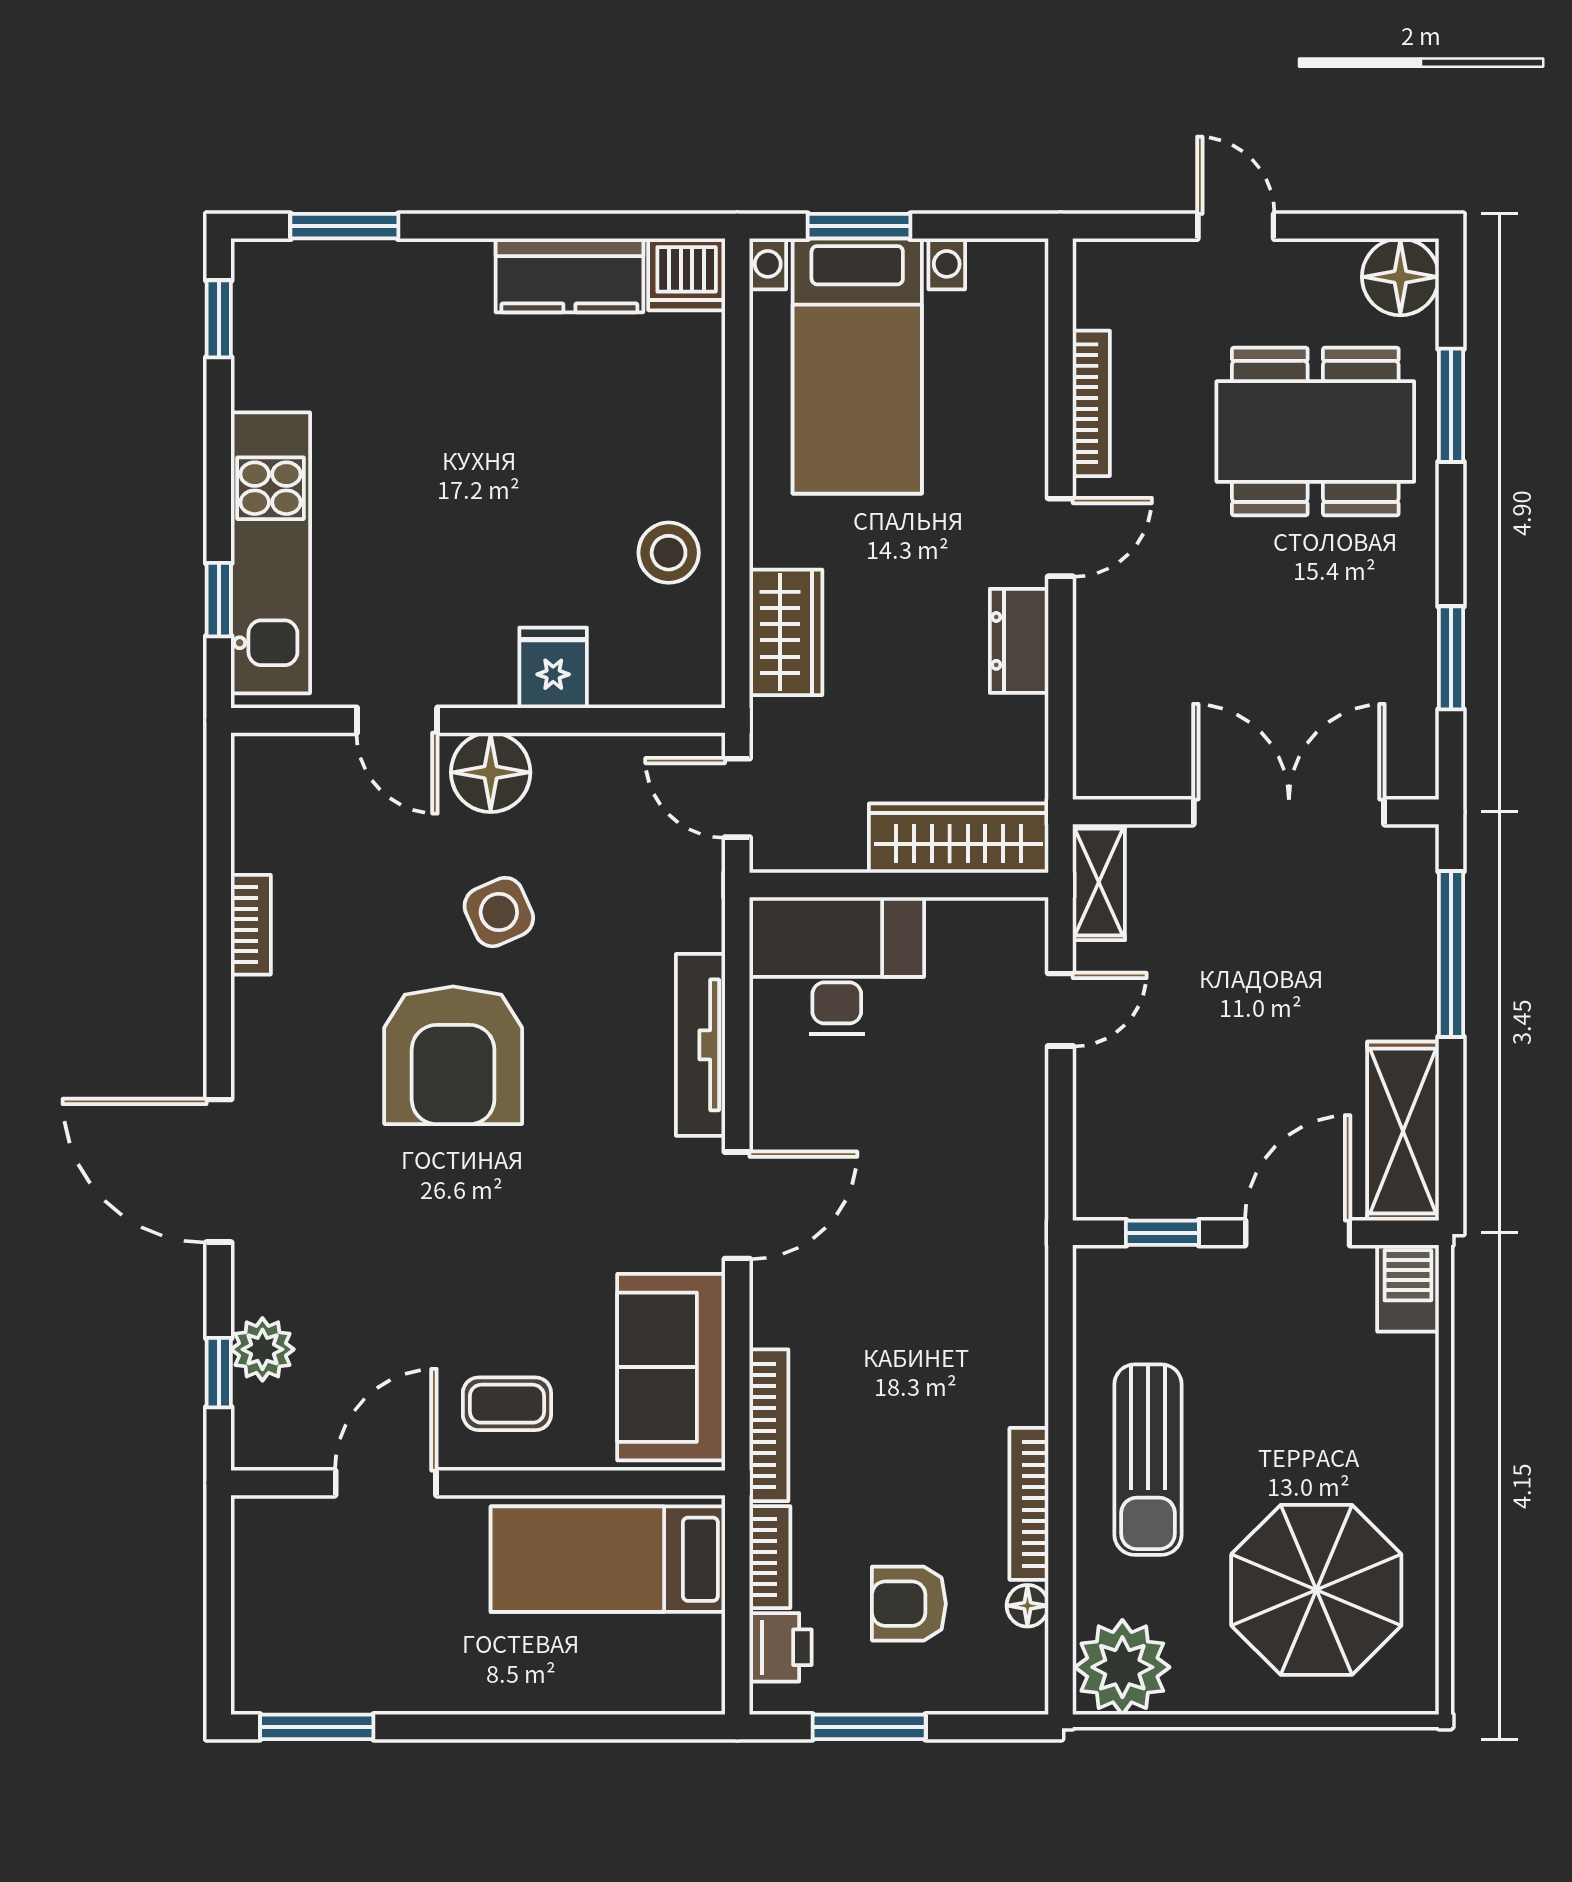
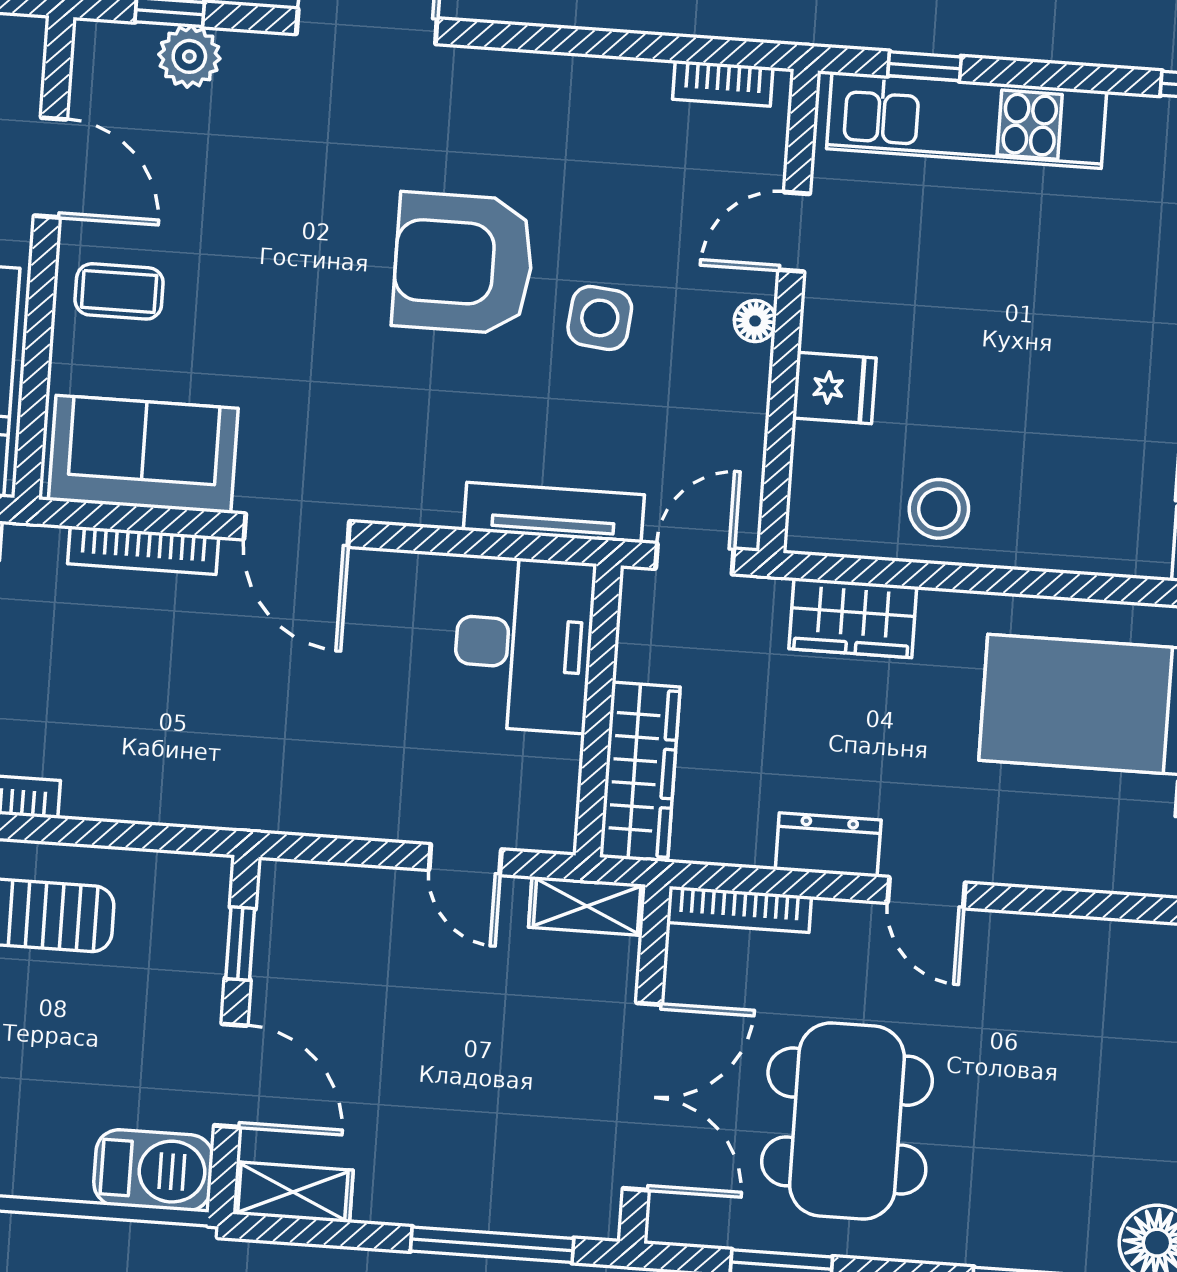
bookcase: (1091, 403) -> (739, 909), moved
dining table: (1315, 431) -> (847, 1121), moved
floor lamp: (491, 772) -> (755, 321), width x0.53, depth x0.53
side table: (499, 912) -> (600, 318), turned 30
bookcase: (251, 925) -> (723, 83), moved
tv unit: (700, 1045) -> (554, 512), moved
shelving: (1403, 1131) -> (293, 1192), width x0.67, depth x0.75
barbecue: (1408, 1288) -> (153, 1170), width x1.38, depth x1.27
coffee table: (507, 1404) -> (119, 291), turned 90
bookcase: (769, 1425) -> (143, 550), moved

